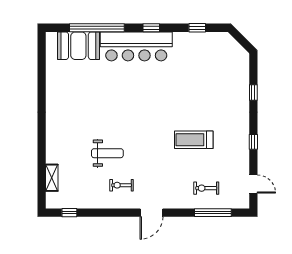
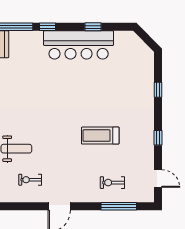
window: (151, 28) -> (47, 27), moved
window: (197, 28) -> (93, 27), moved
bar counter: (136, 46) -> (79, 45), moved

